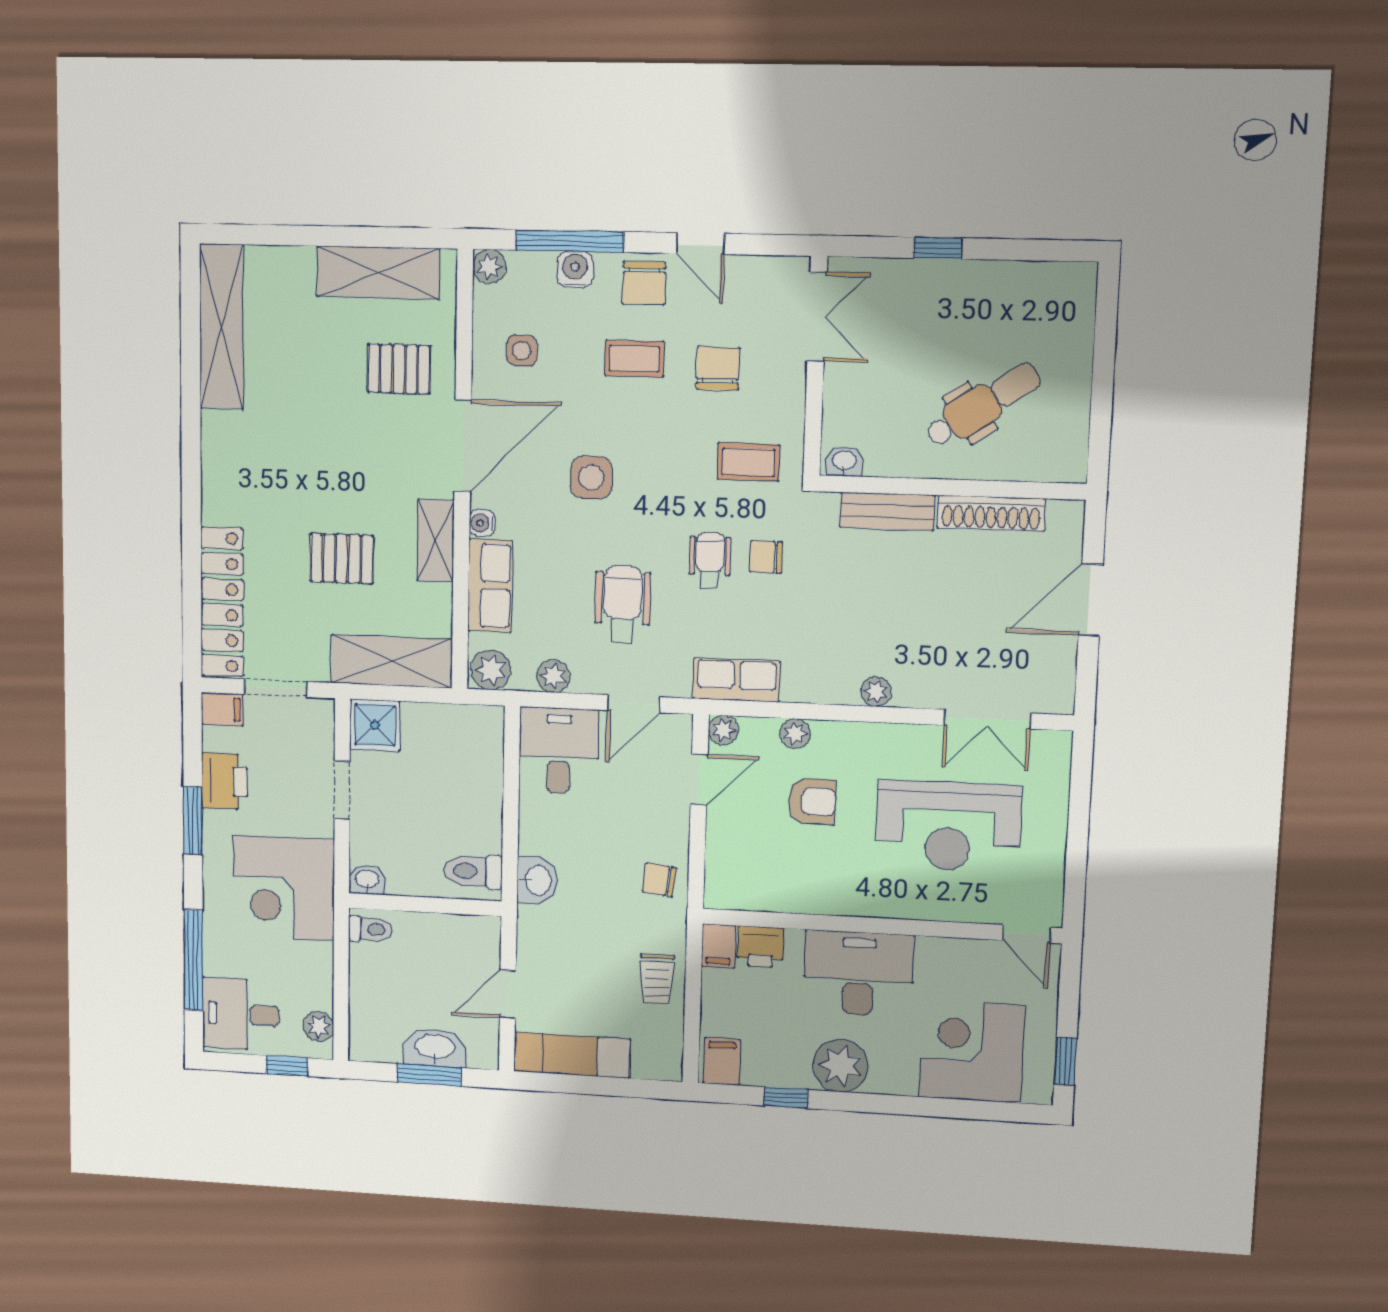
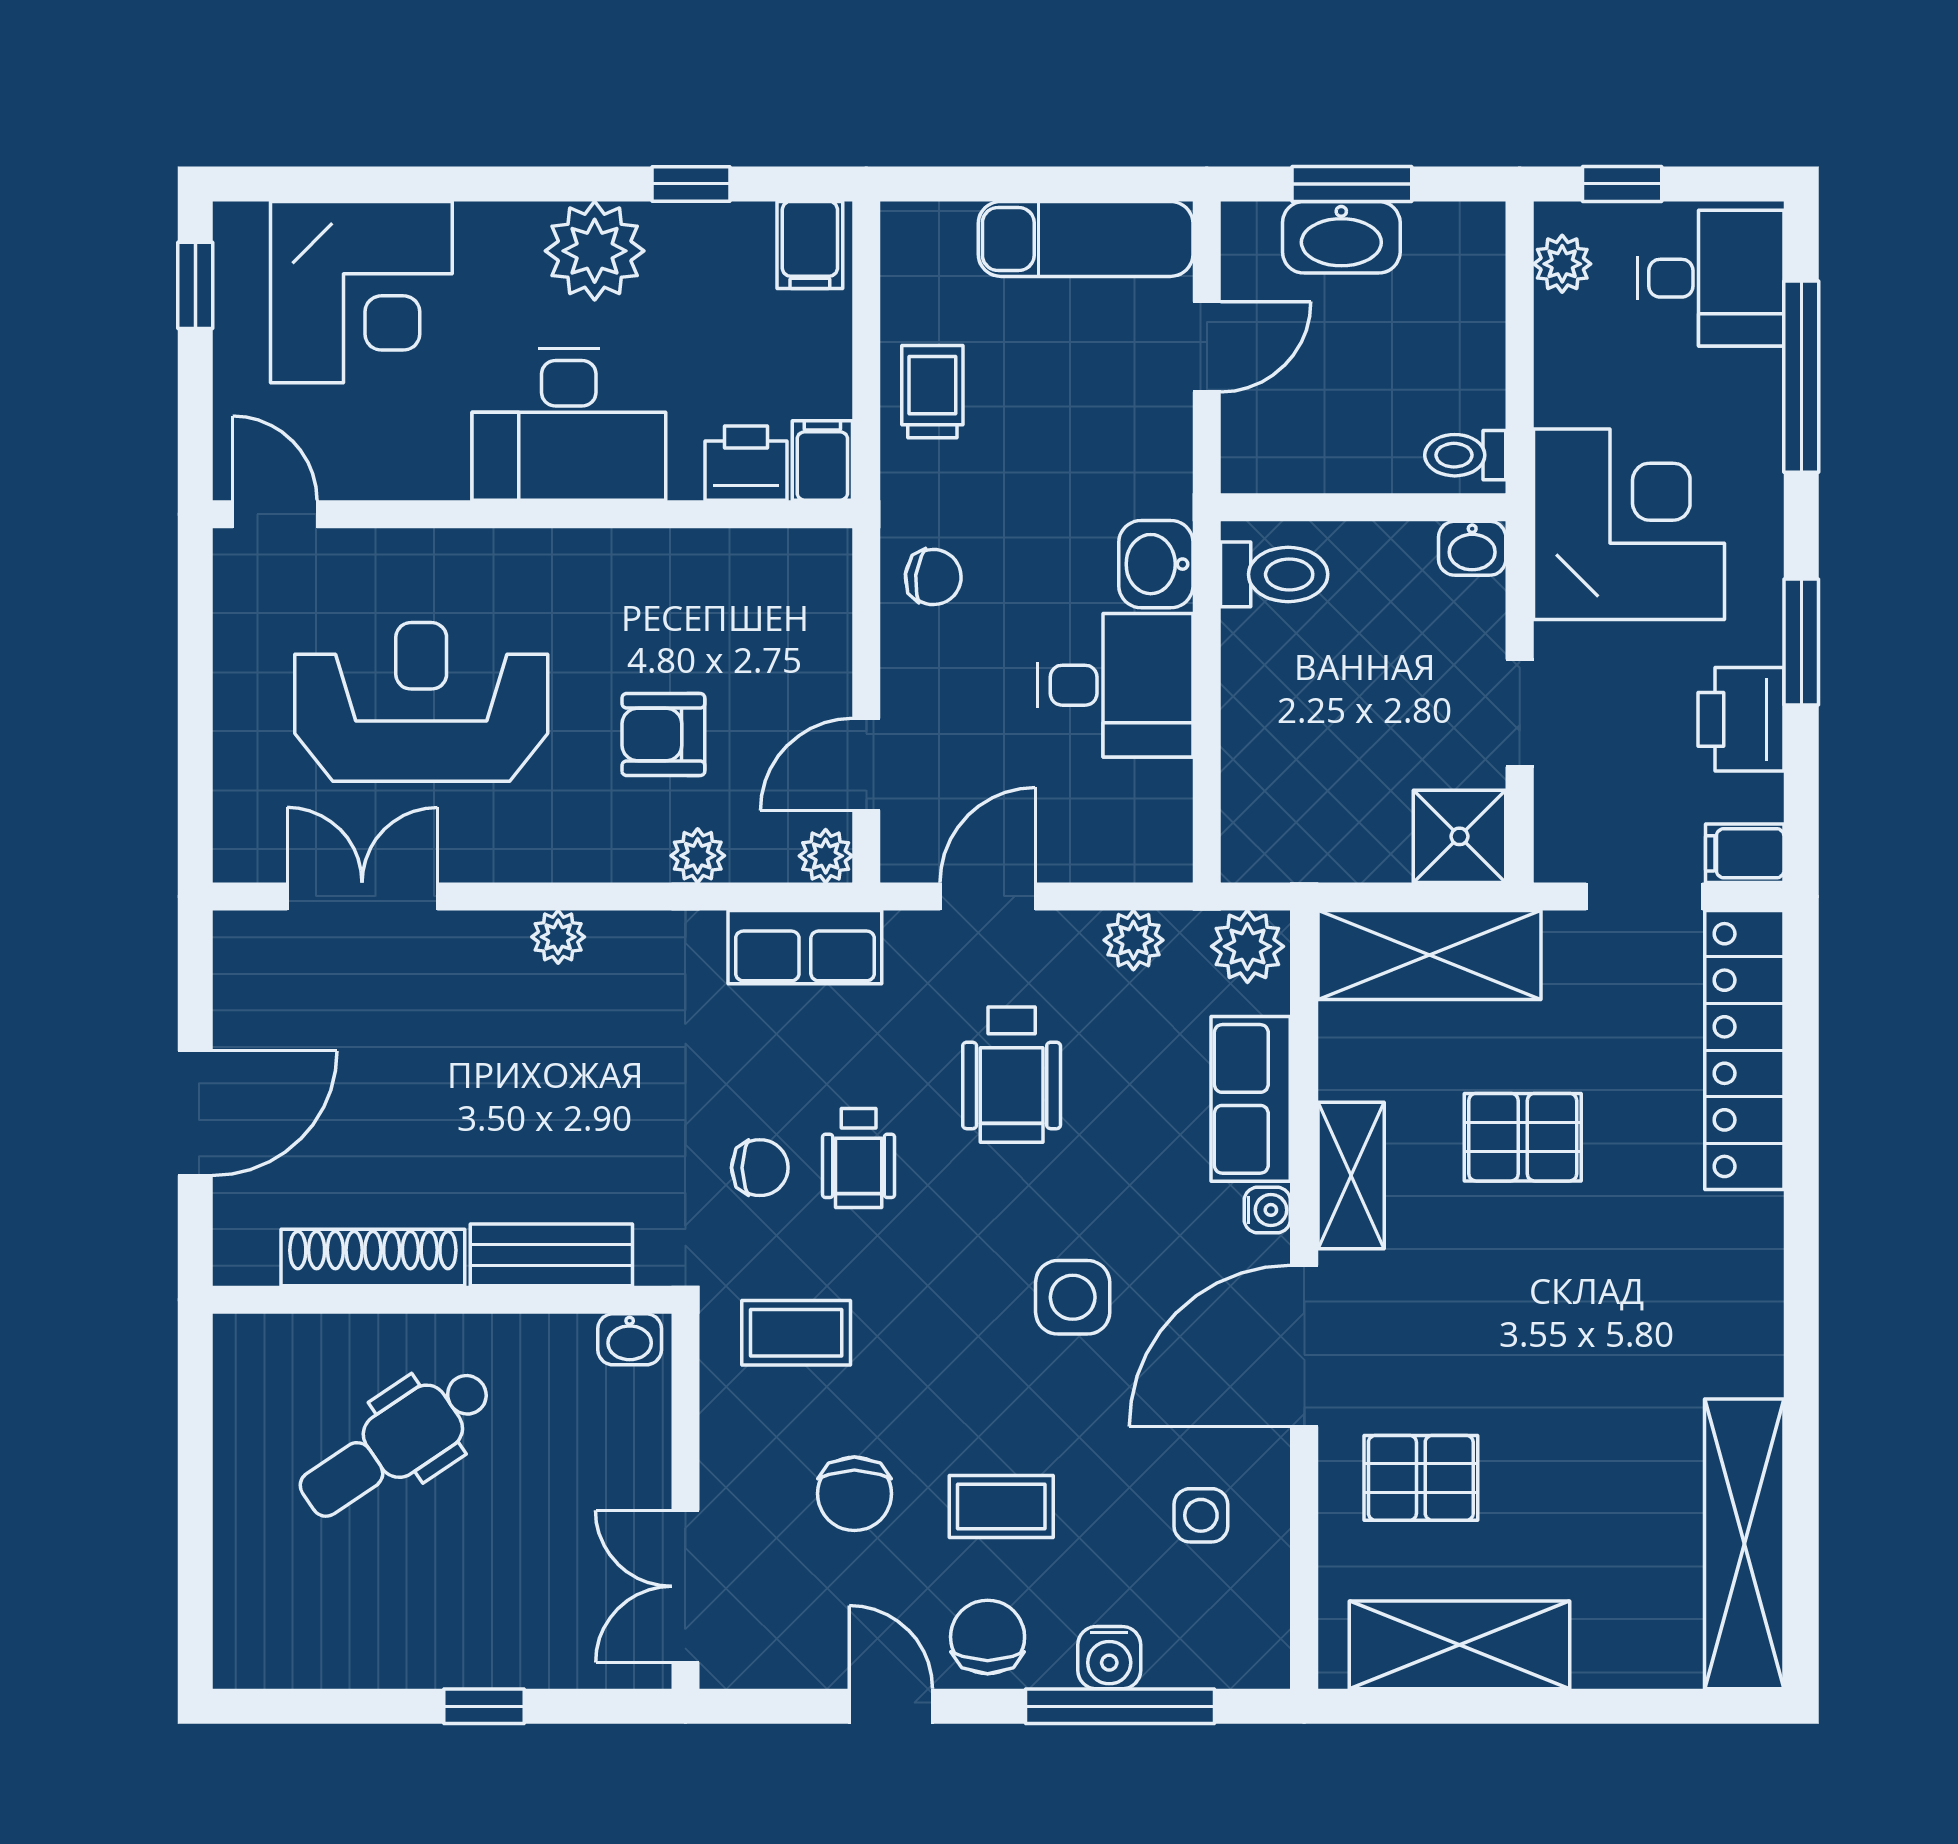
plant: (489, 266) -> (1261, 1660), removed
desk: (559, 751) -> (1115, 685), moved, turned -90

